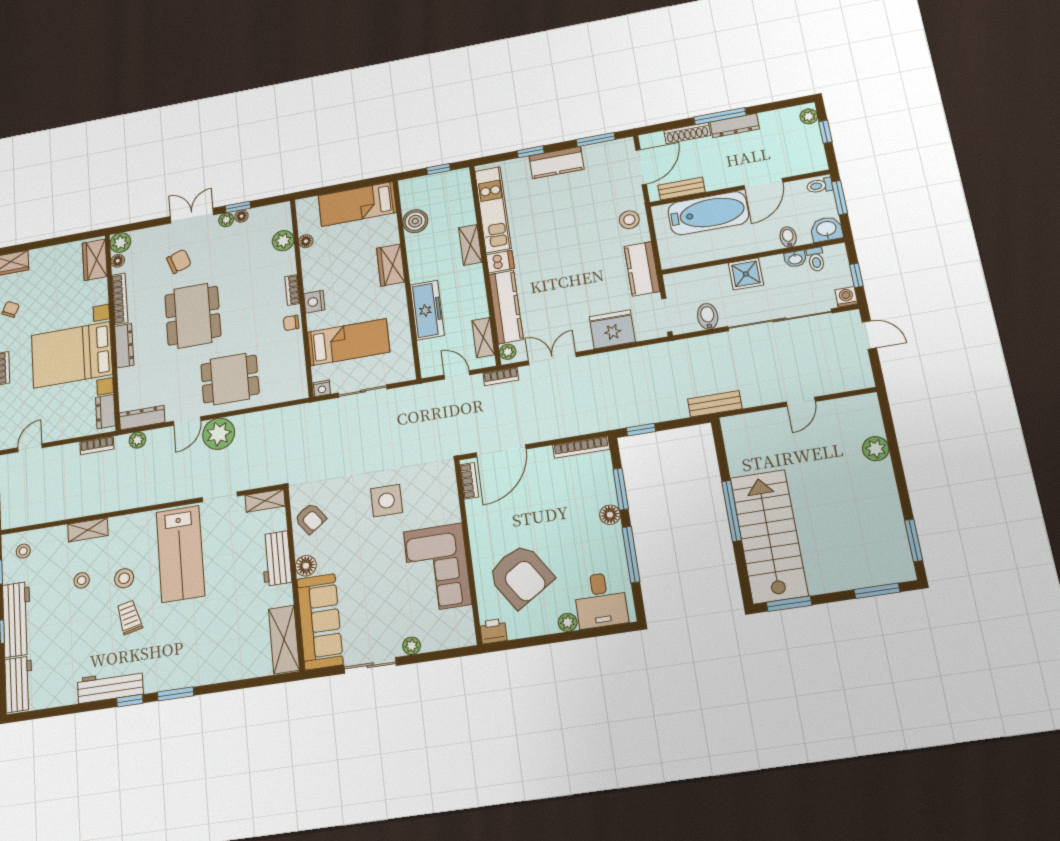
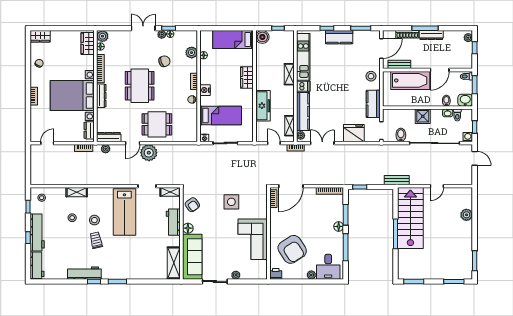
boiler: (415, 221) -> (262, 37), moved
chair: (179, 261) -> (164, 61), moved
stairs: (769, 536) -> (410, 218), moved

